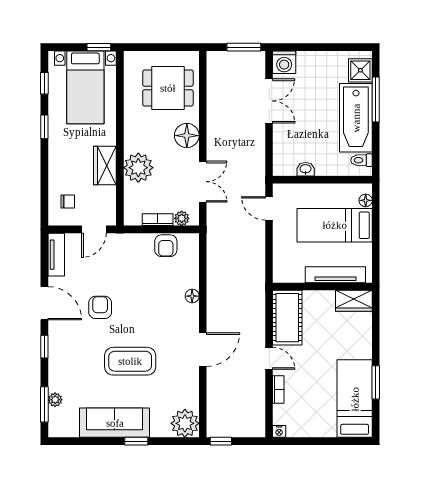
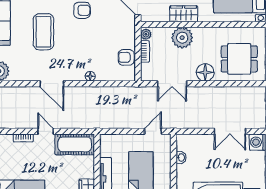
dining table: (168, 88) -> (239, 59), turned 90
plant: (182, 218) -> (146, 34), moved
door: (269, 358) -> (46, 131), swing flipped

